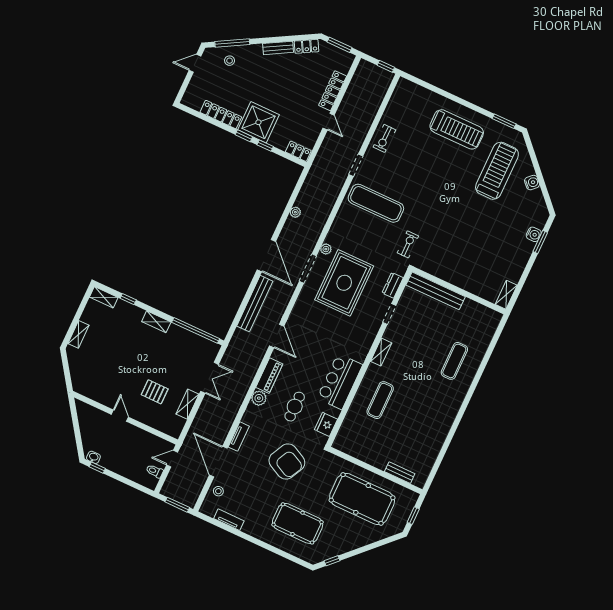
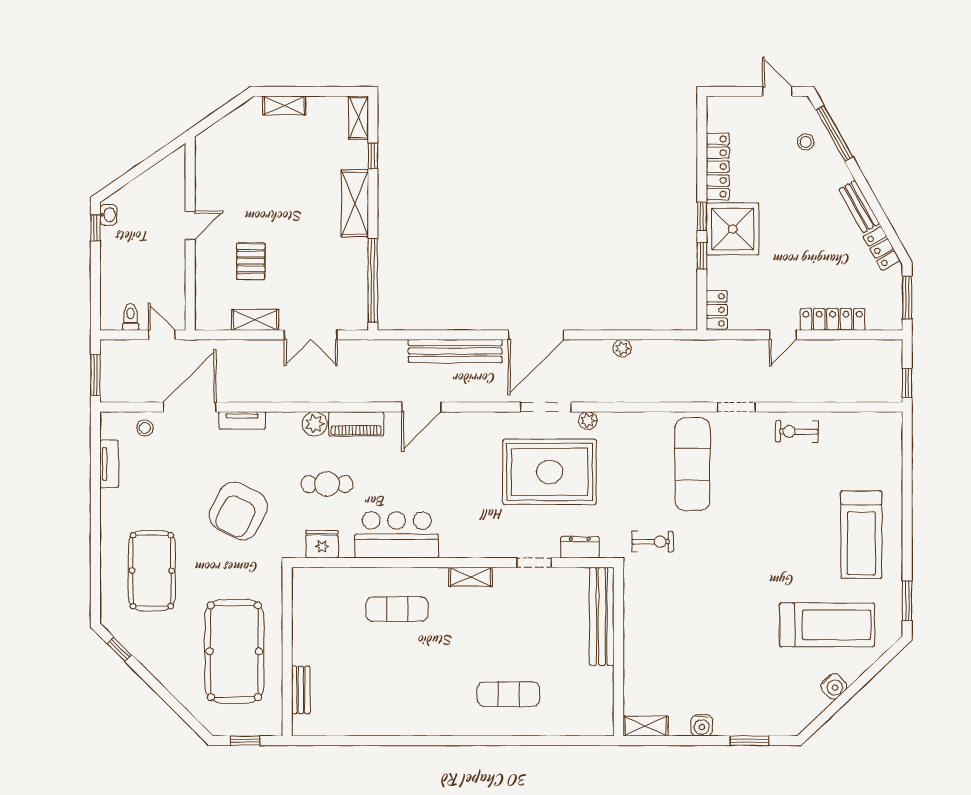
water cooler: (534, 234) -> (702, 725), moved
shelving: (156, 322) -> (355, 203), width x1.50, depth x1.33

